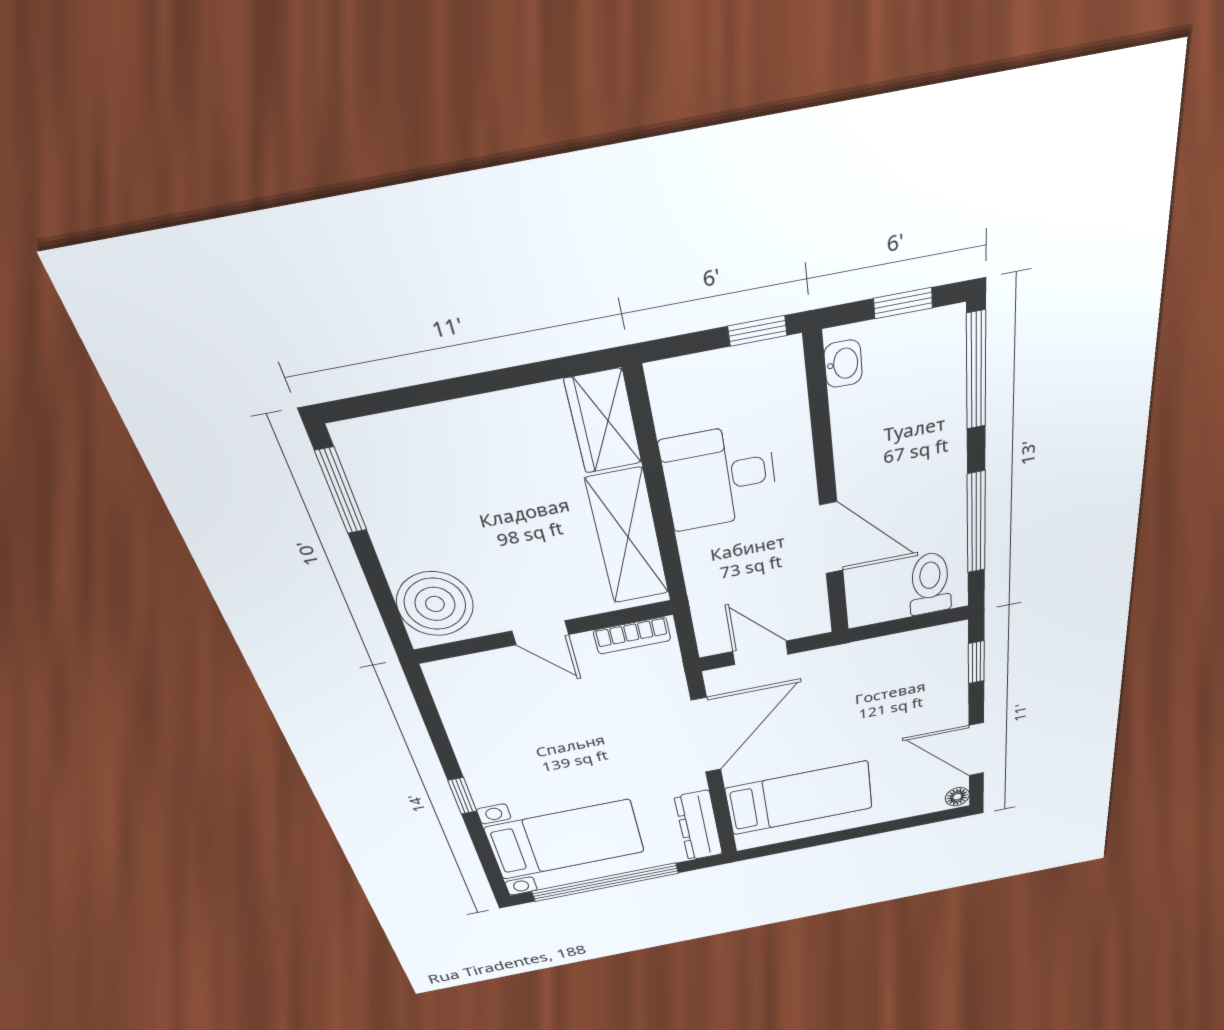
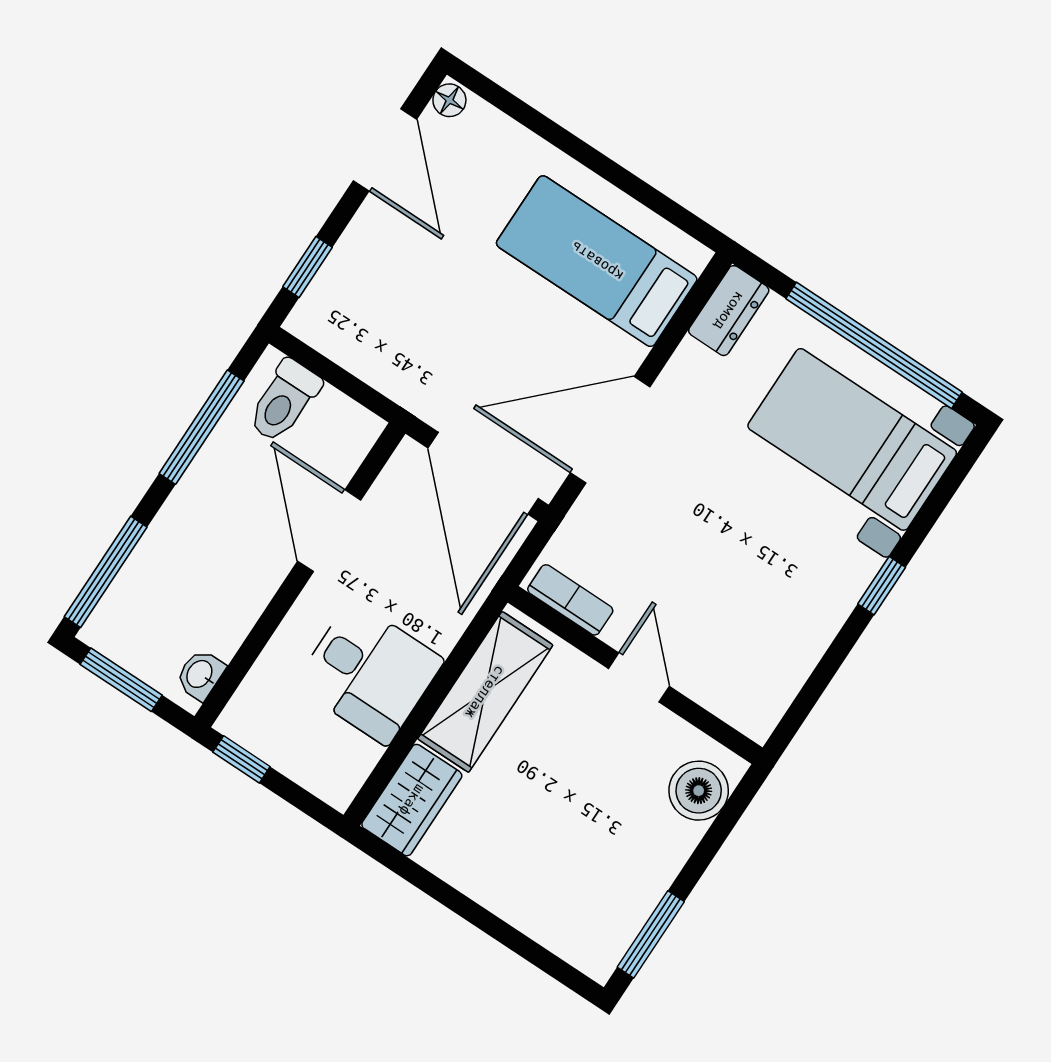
window: (903, 303) -> (121, 680), width x1.50
boiler: (435, 604) -> (699, 791), width x0.73, depth x0.73
door: (760, 653) -> (483, 473), width x1.87
dresser: (699, 826) -> (729, 311), width x0.70

